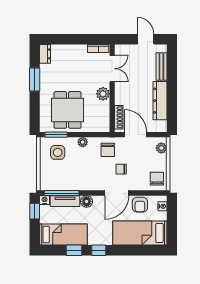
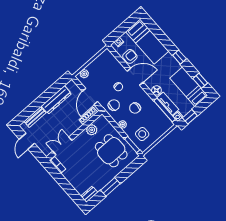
plant: (103, 94) -> (92, 130), moved
dining table: (68, 110) -> (111, 151), turned 90
chair: (157, 179) -> (135, 108), moved
window: (74, 250) -> (200, 81), moved

